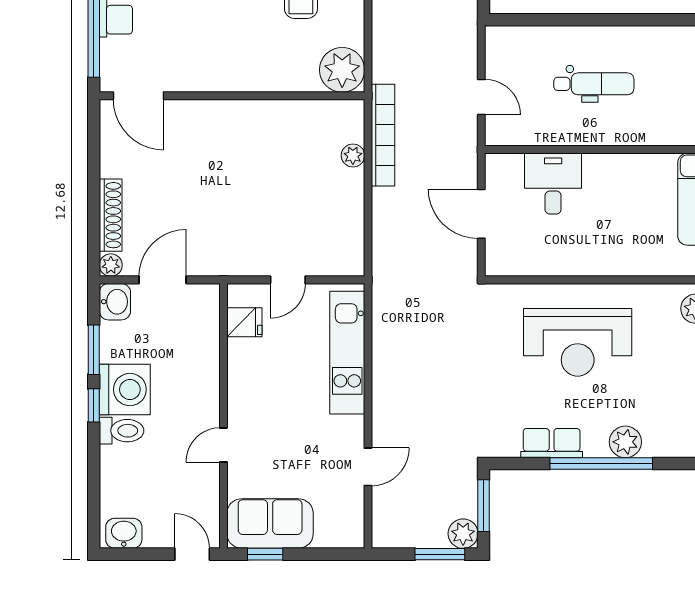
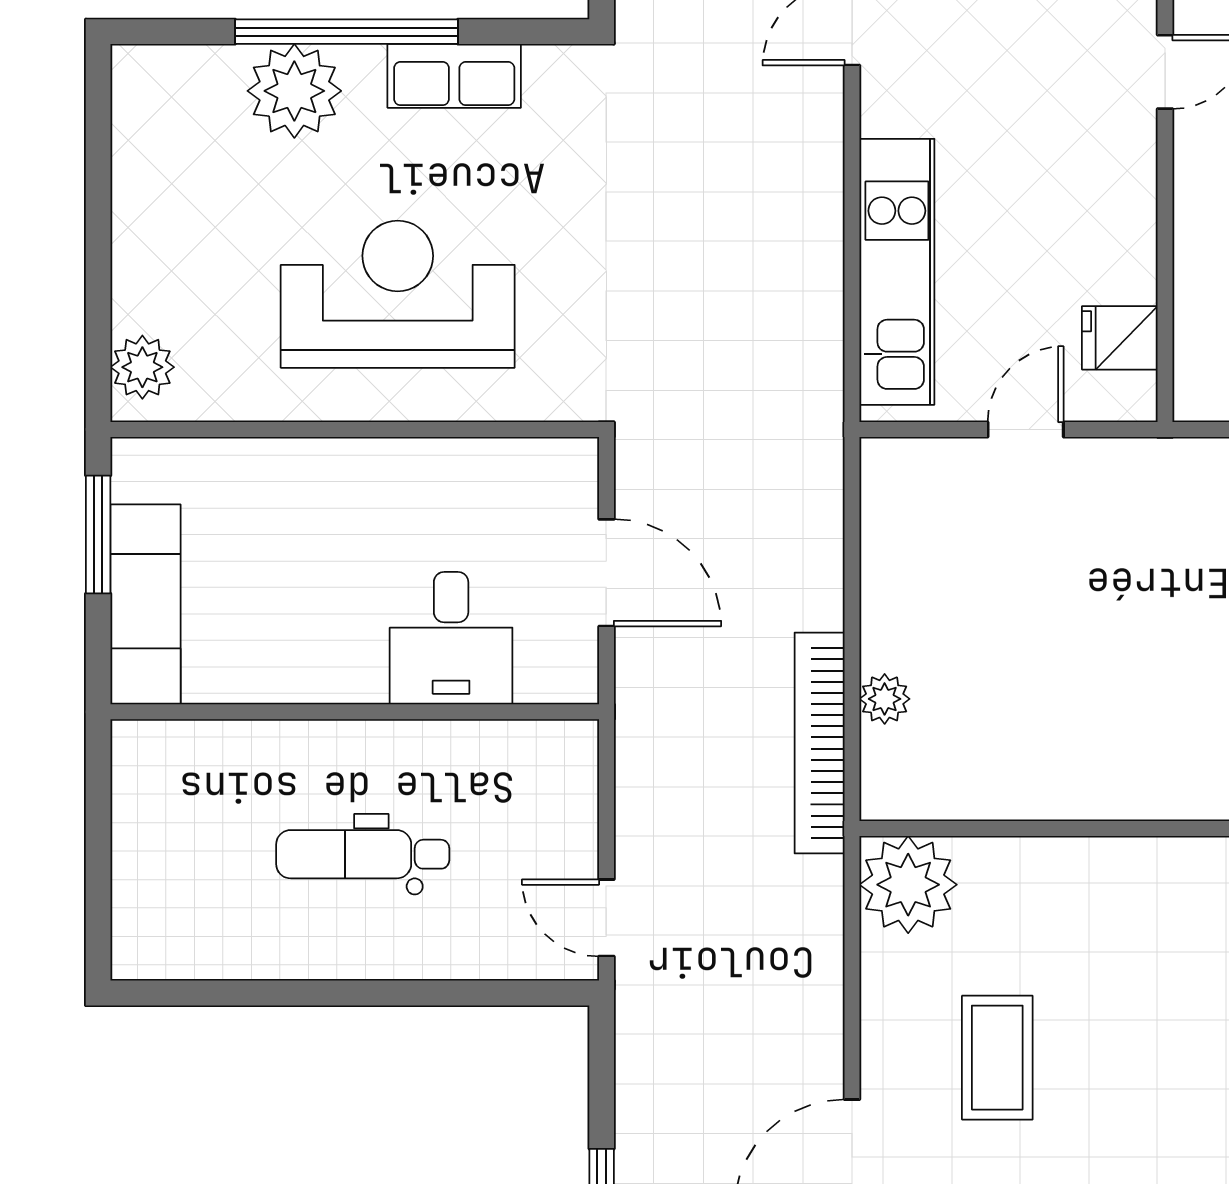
door: (481, 97) -> (606, 918), moved
plant: (625, 442) -> (294, 91), width x1.36, depth x1.36

